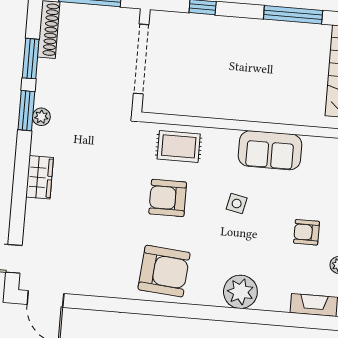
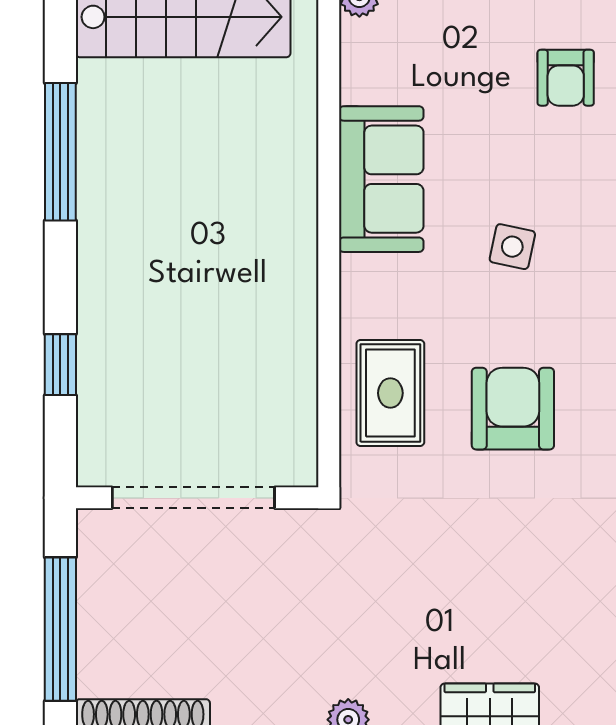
armchair: (168, 198) -> (513, 409), turned 180

